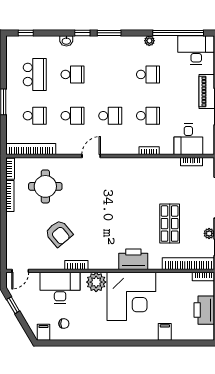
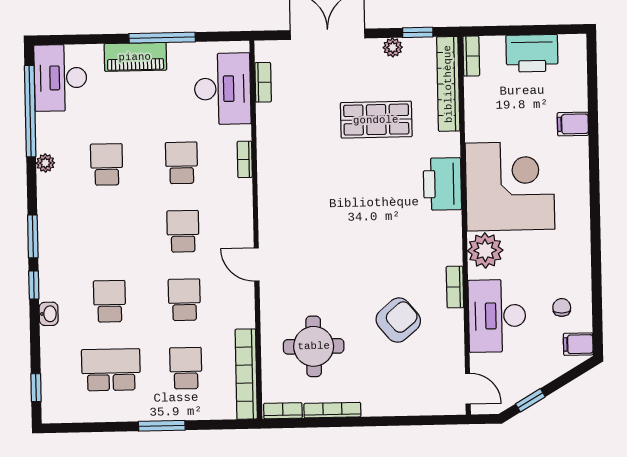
desk: (188, 139) -> (223, 89), width x1.37

